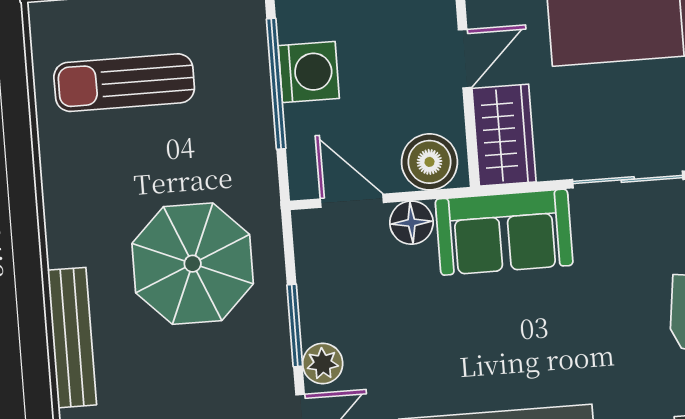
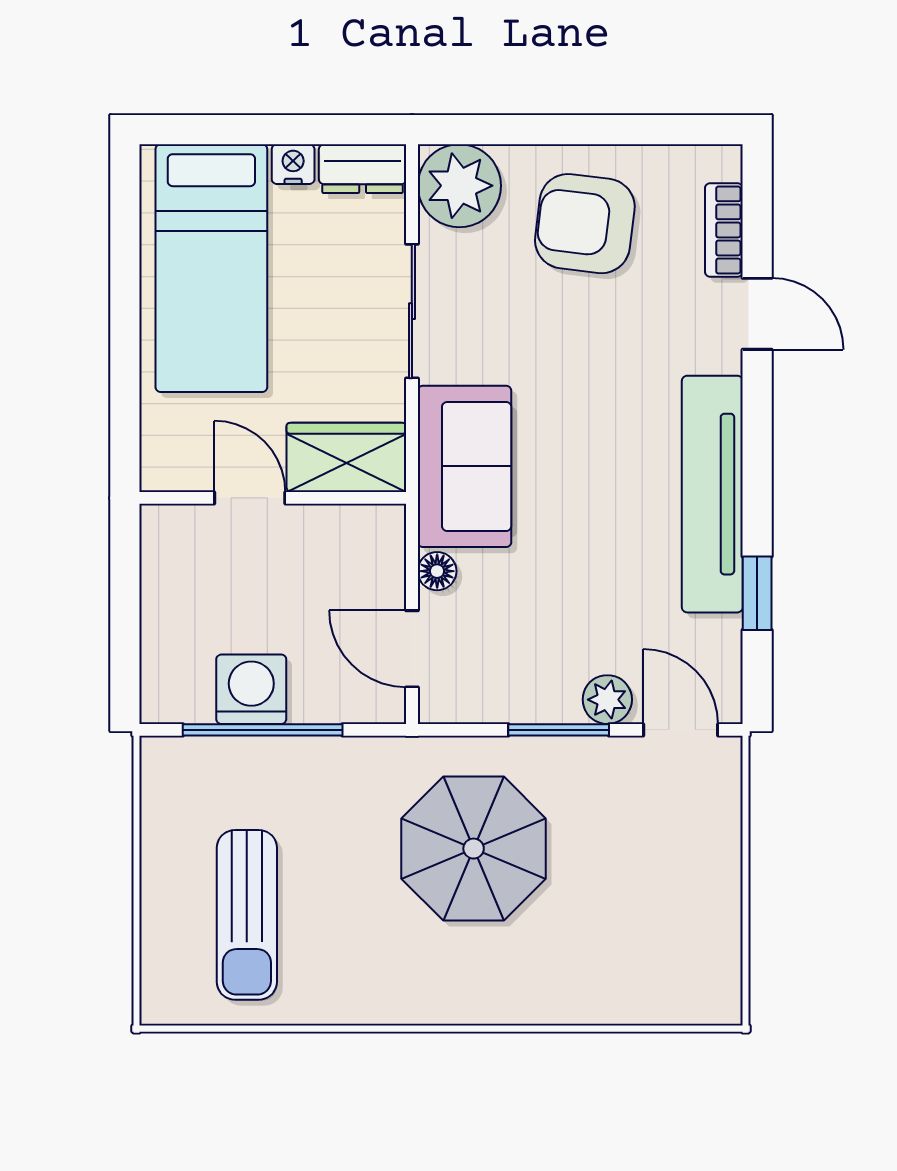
boiler: (429, 162) -> (372, 551), removed
door: (352, 201) -> (412, 649), hinge flipped
floor lamp: (411, 223) -> (437, 571), width x0.73, depth x0.73
bench: (72, 338) -> (552, 1002), removed

